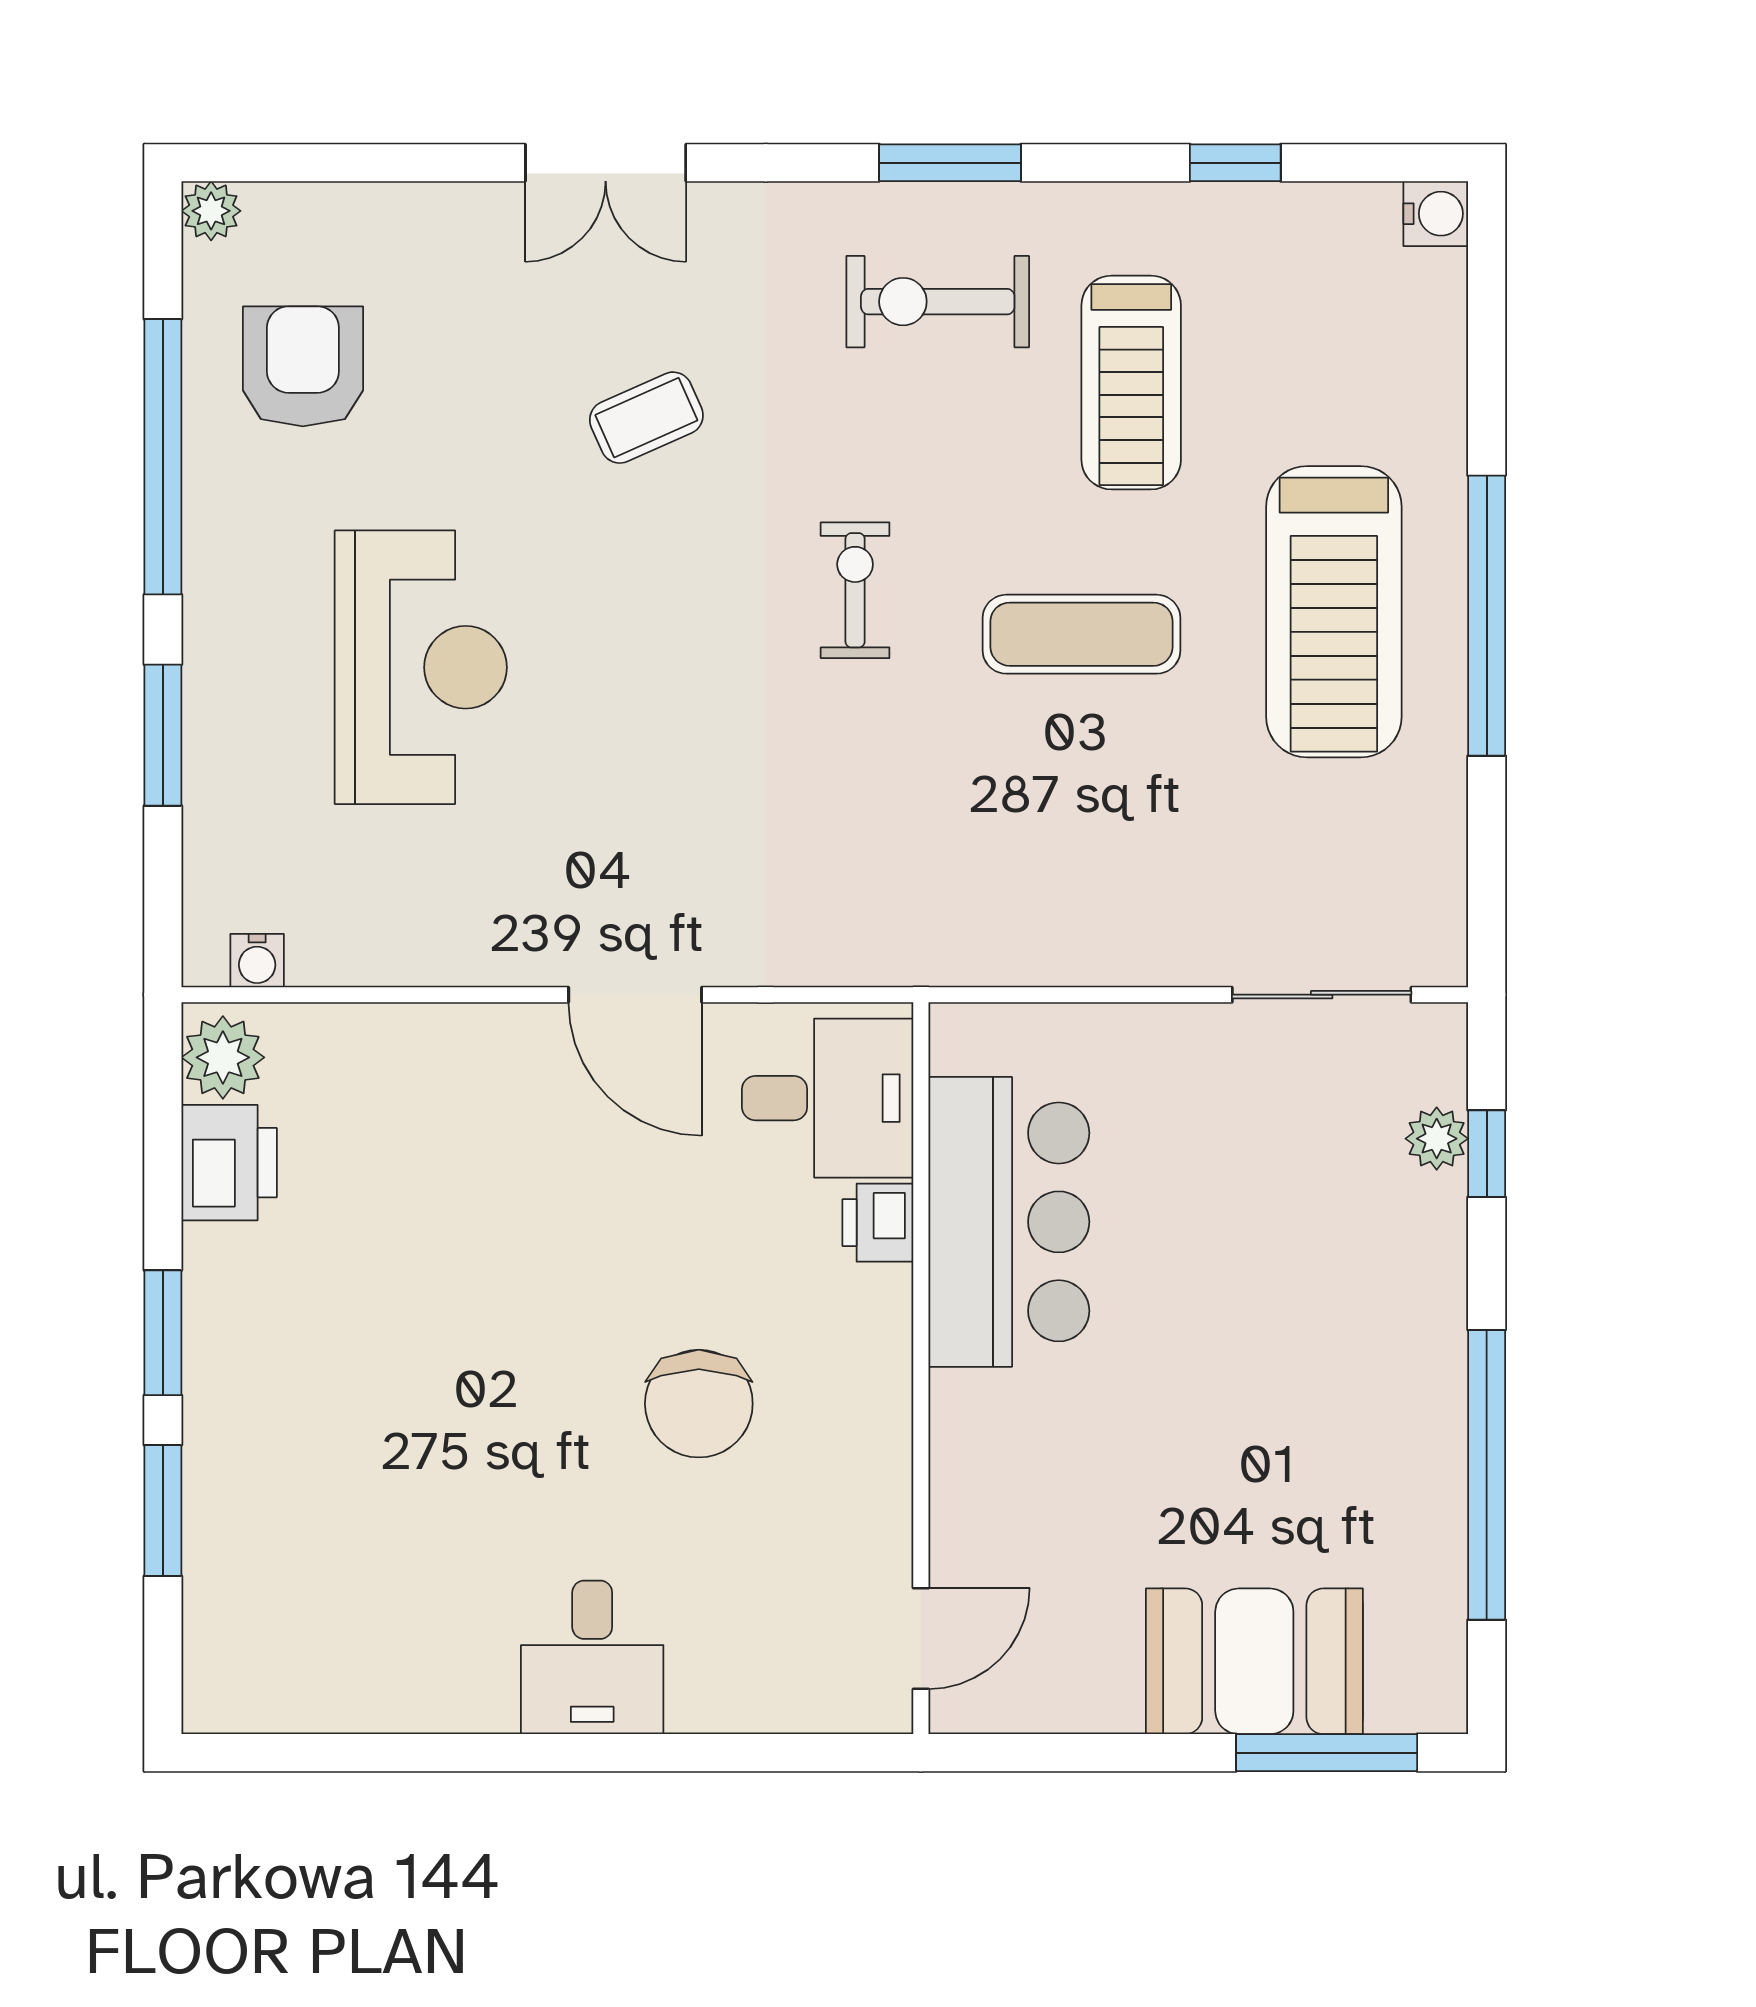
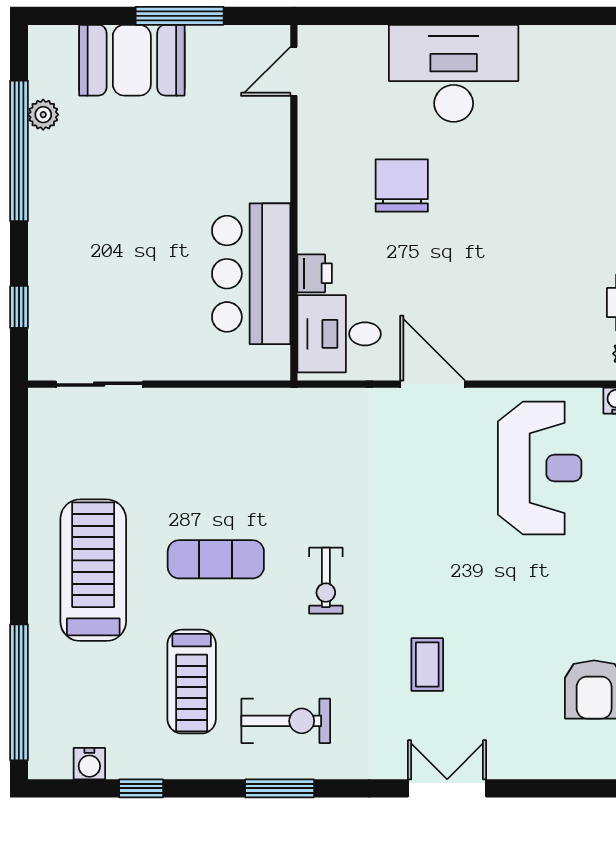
water cooler: (1436, 214) -> (89, 764), moved, turned -90
treadmill: (1131, 383) -> (192, 682), turned 180
coffee table: (646, 418) -> (427, 665), turned -66
window: (1487, 616) -> (19, 692), moved
reception desk: (421, 667) -> (540, 468), moved, turned 180
plant: (1437, 1139) -> (43, 115), moved
desk: (592, 1657) -> (454, 73), width x1.87, depth x1.30
window: (1327, 1753) -> (180, 16), moved

